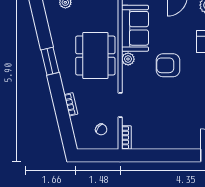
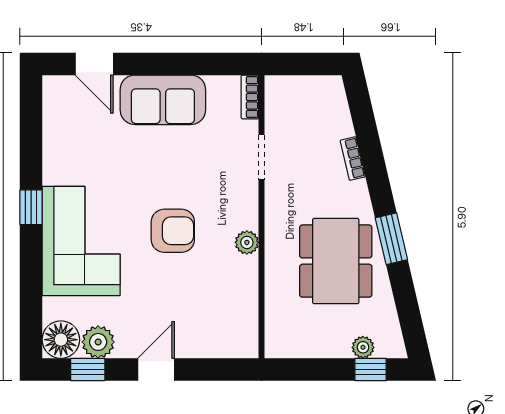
sofa: (135, 28) -> (163, 100), moved, turned -90
dining table: (95, 56) -> (336, 261), moved
chair: (101, 129) -> (297, 112), removed

